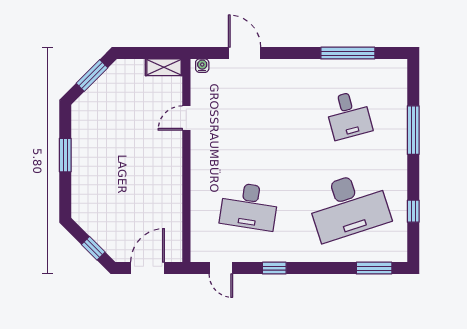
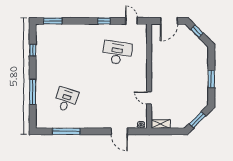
desk: (348, 115) -> (66, 99), turned 33
door: (186, 118) -> (149, 98), swing flipped
desk: (348, 206) -> (66, 53), removed

